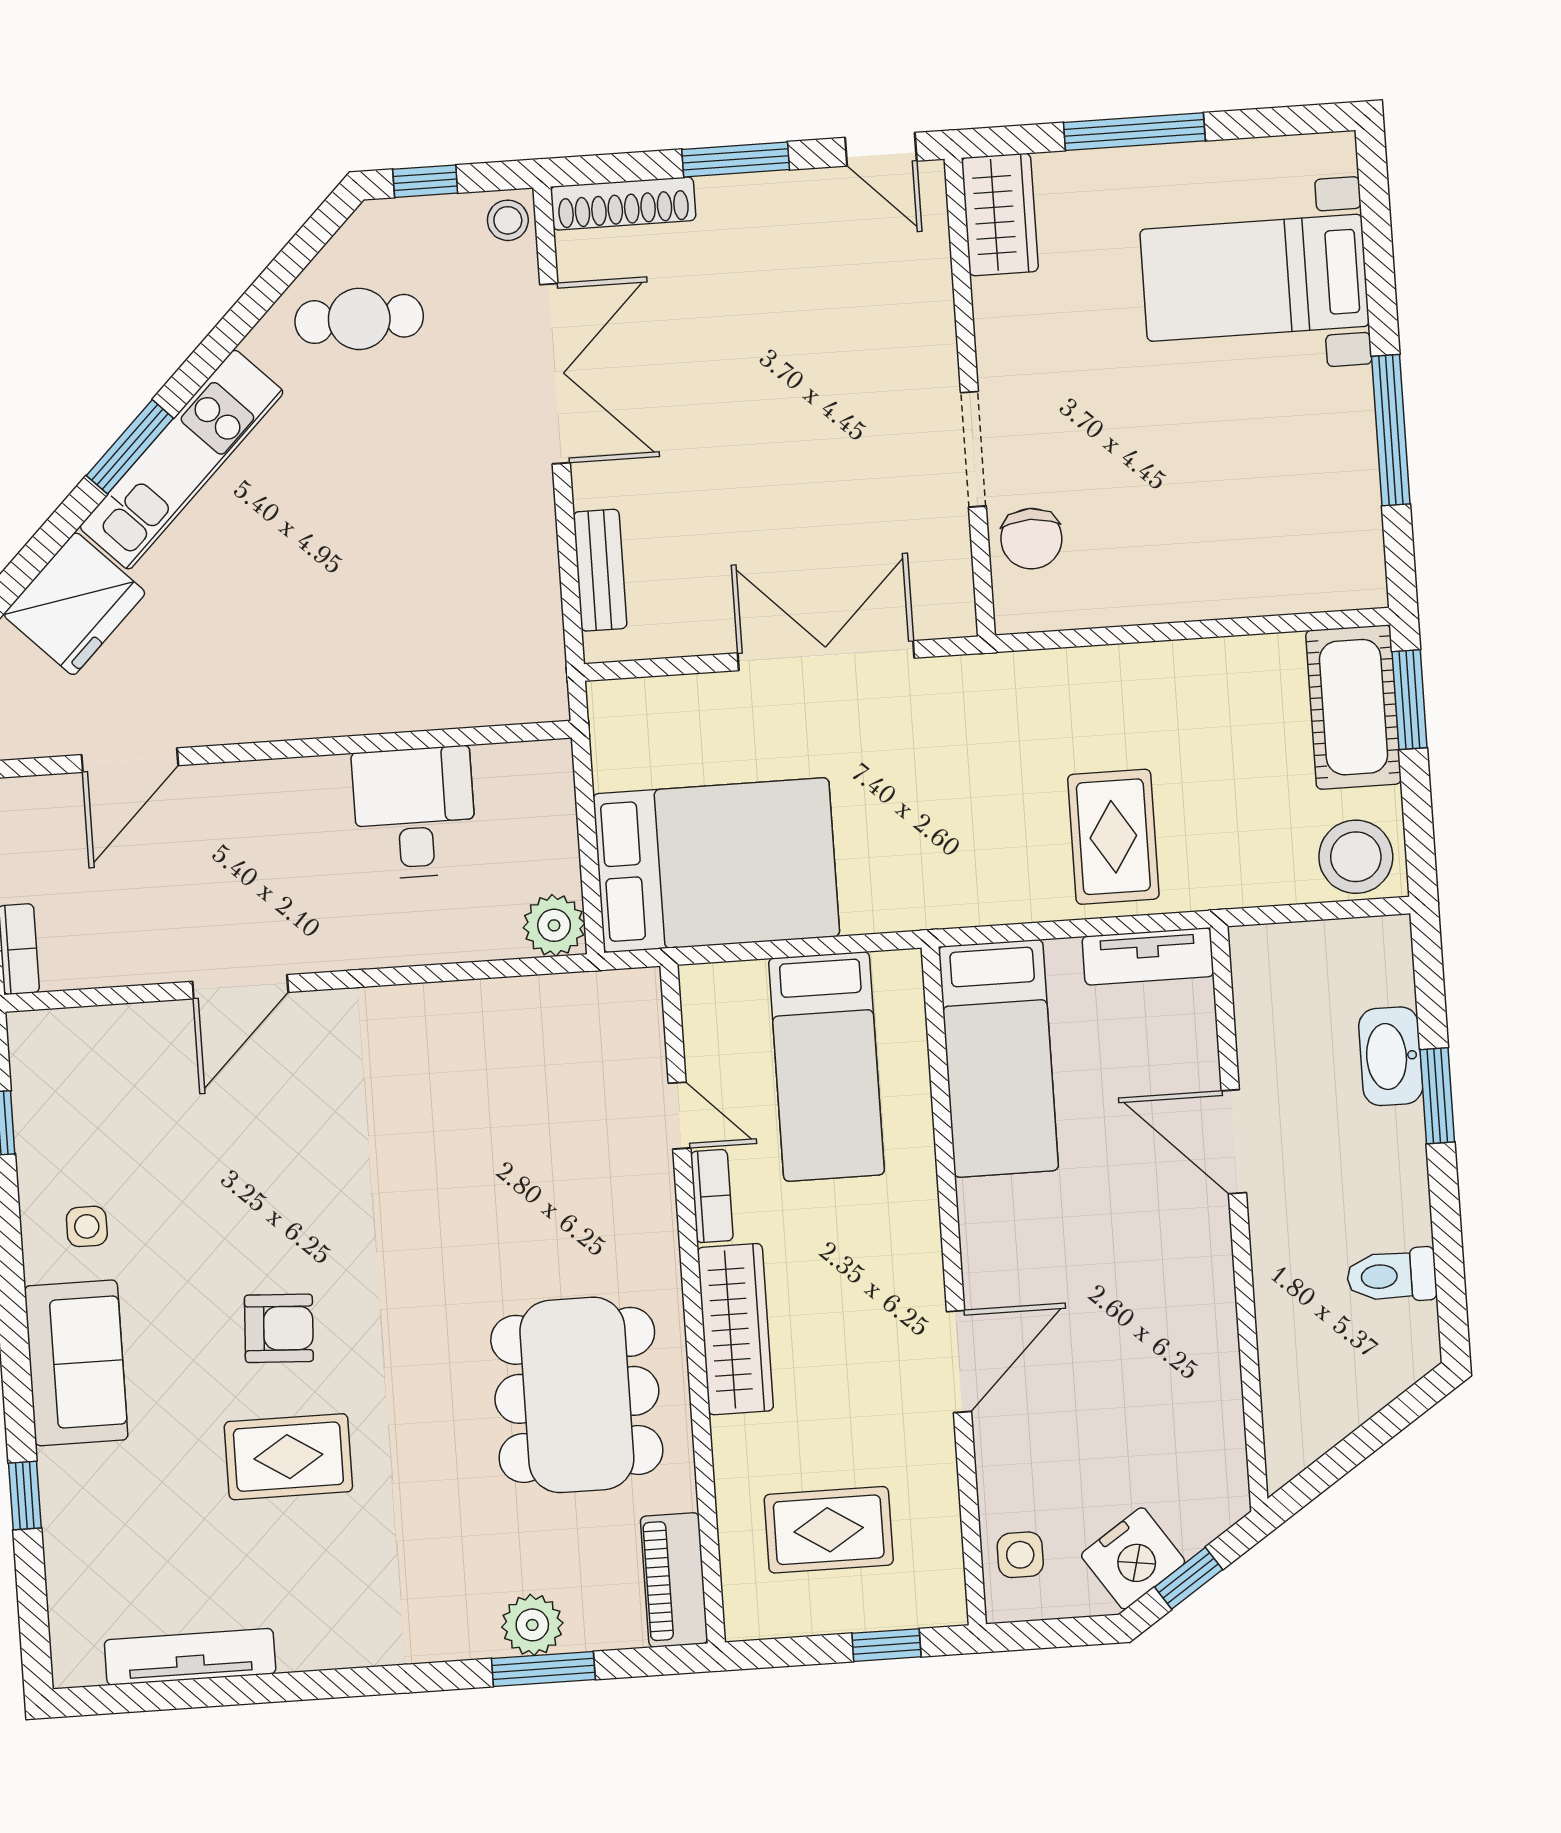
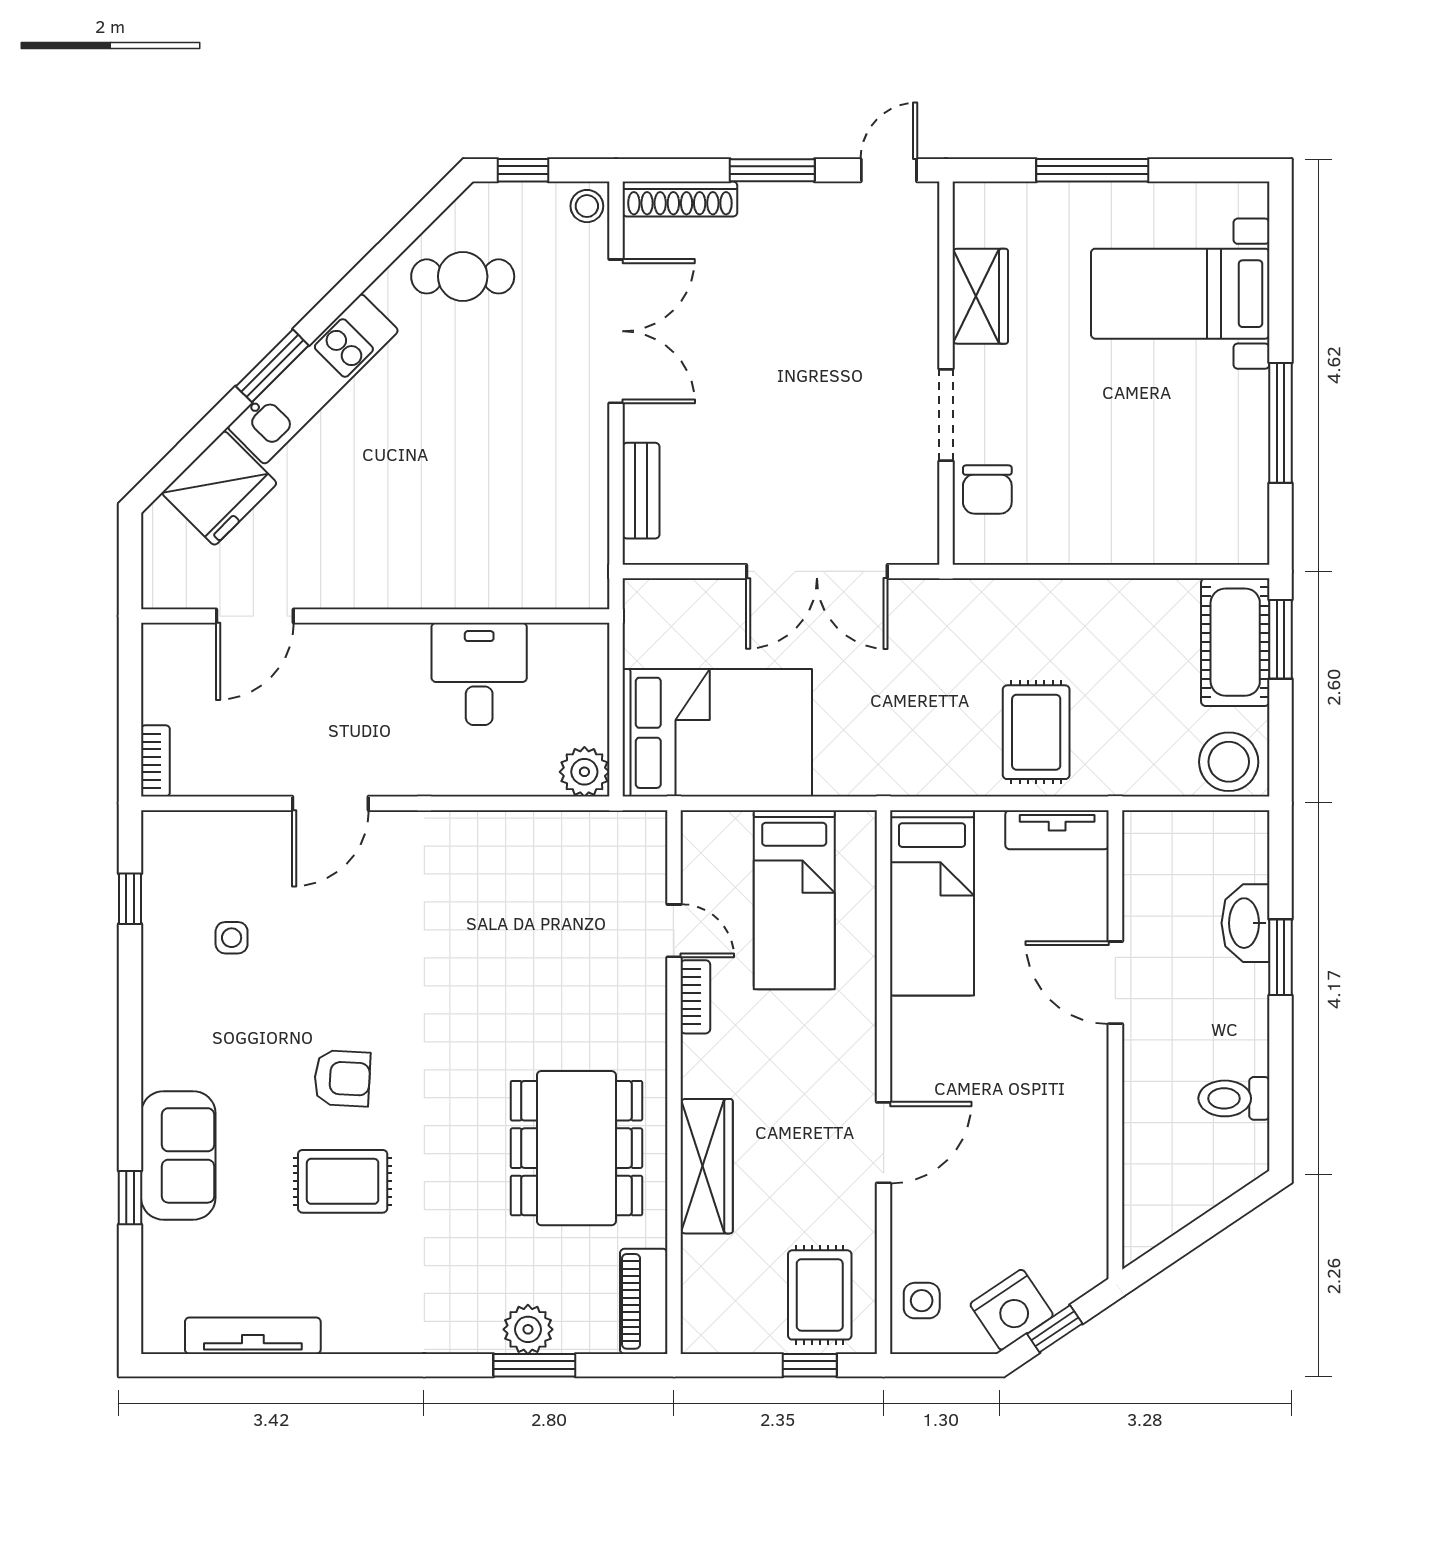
door: (881, 149) -> (889, 170), swing flipped
wardrobe: (1000, 215) -> (980, 296), moved
double door: (826, 656) -> (817, 571), swing flipped
side table: (87, 1226) -> (232, 938), moved
wardrobe: (735, 1329) -> (707, 1166), moved
sofa: (76, 1363) -> (178, 1155), moved
rug: (829, 1530) -> (820, 1295), moved, turned 90

